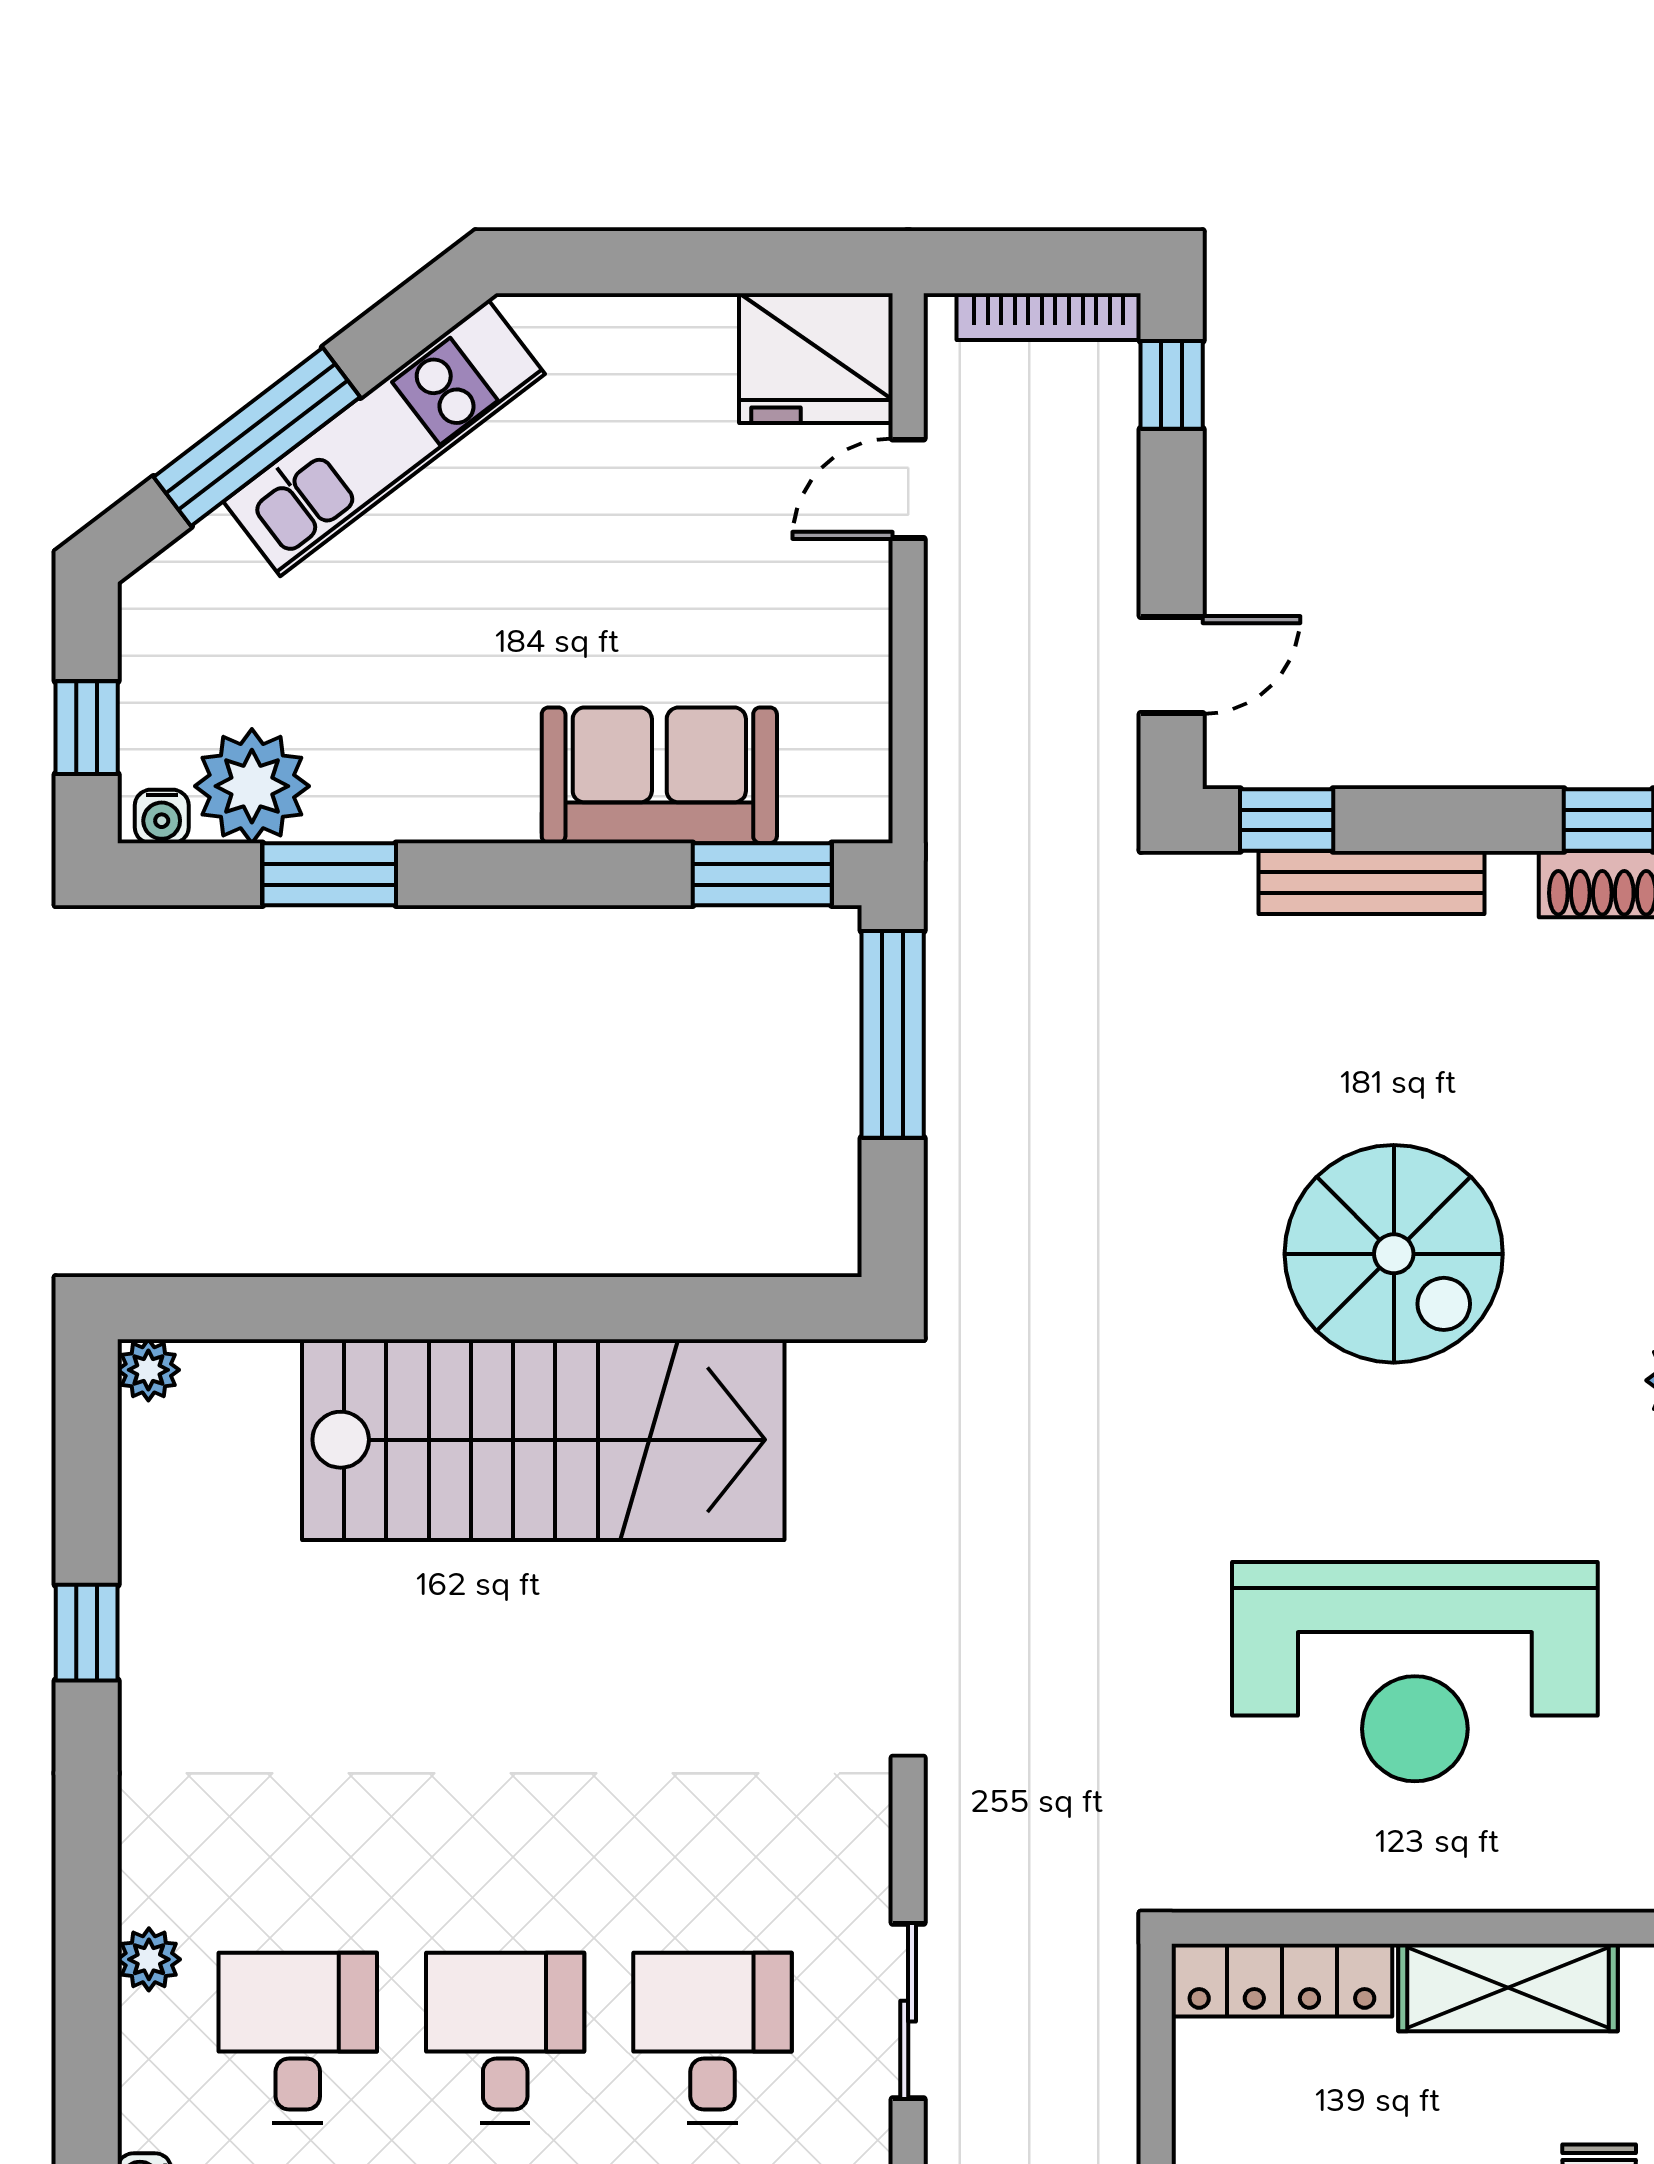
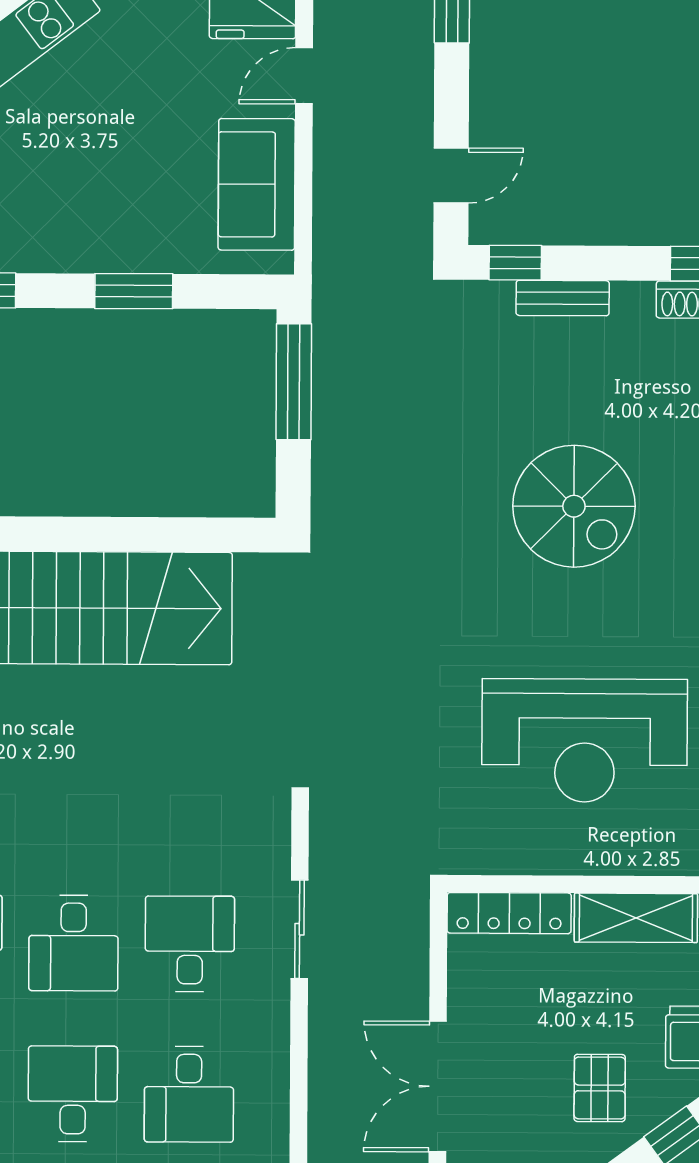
sofa: (659, 775) -> (257, 184), moved, turned -90
window: (762, 874) -> (134, 291), moved
bench: (1371, 883) -> (563, 298), width x0.73
desk: (505, 2038) -> (74, 943), turned 180

